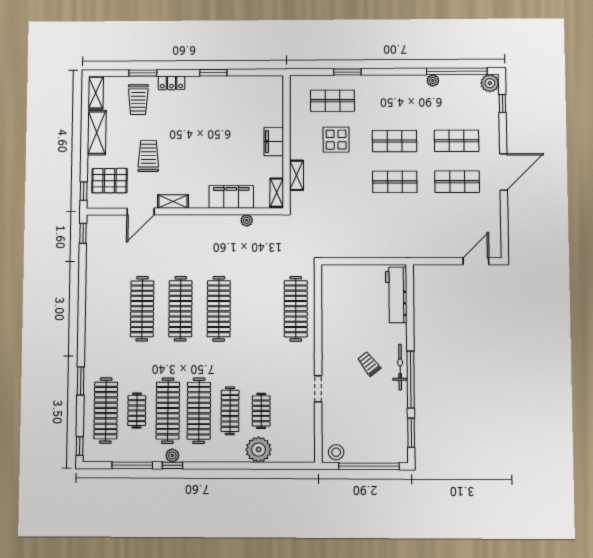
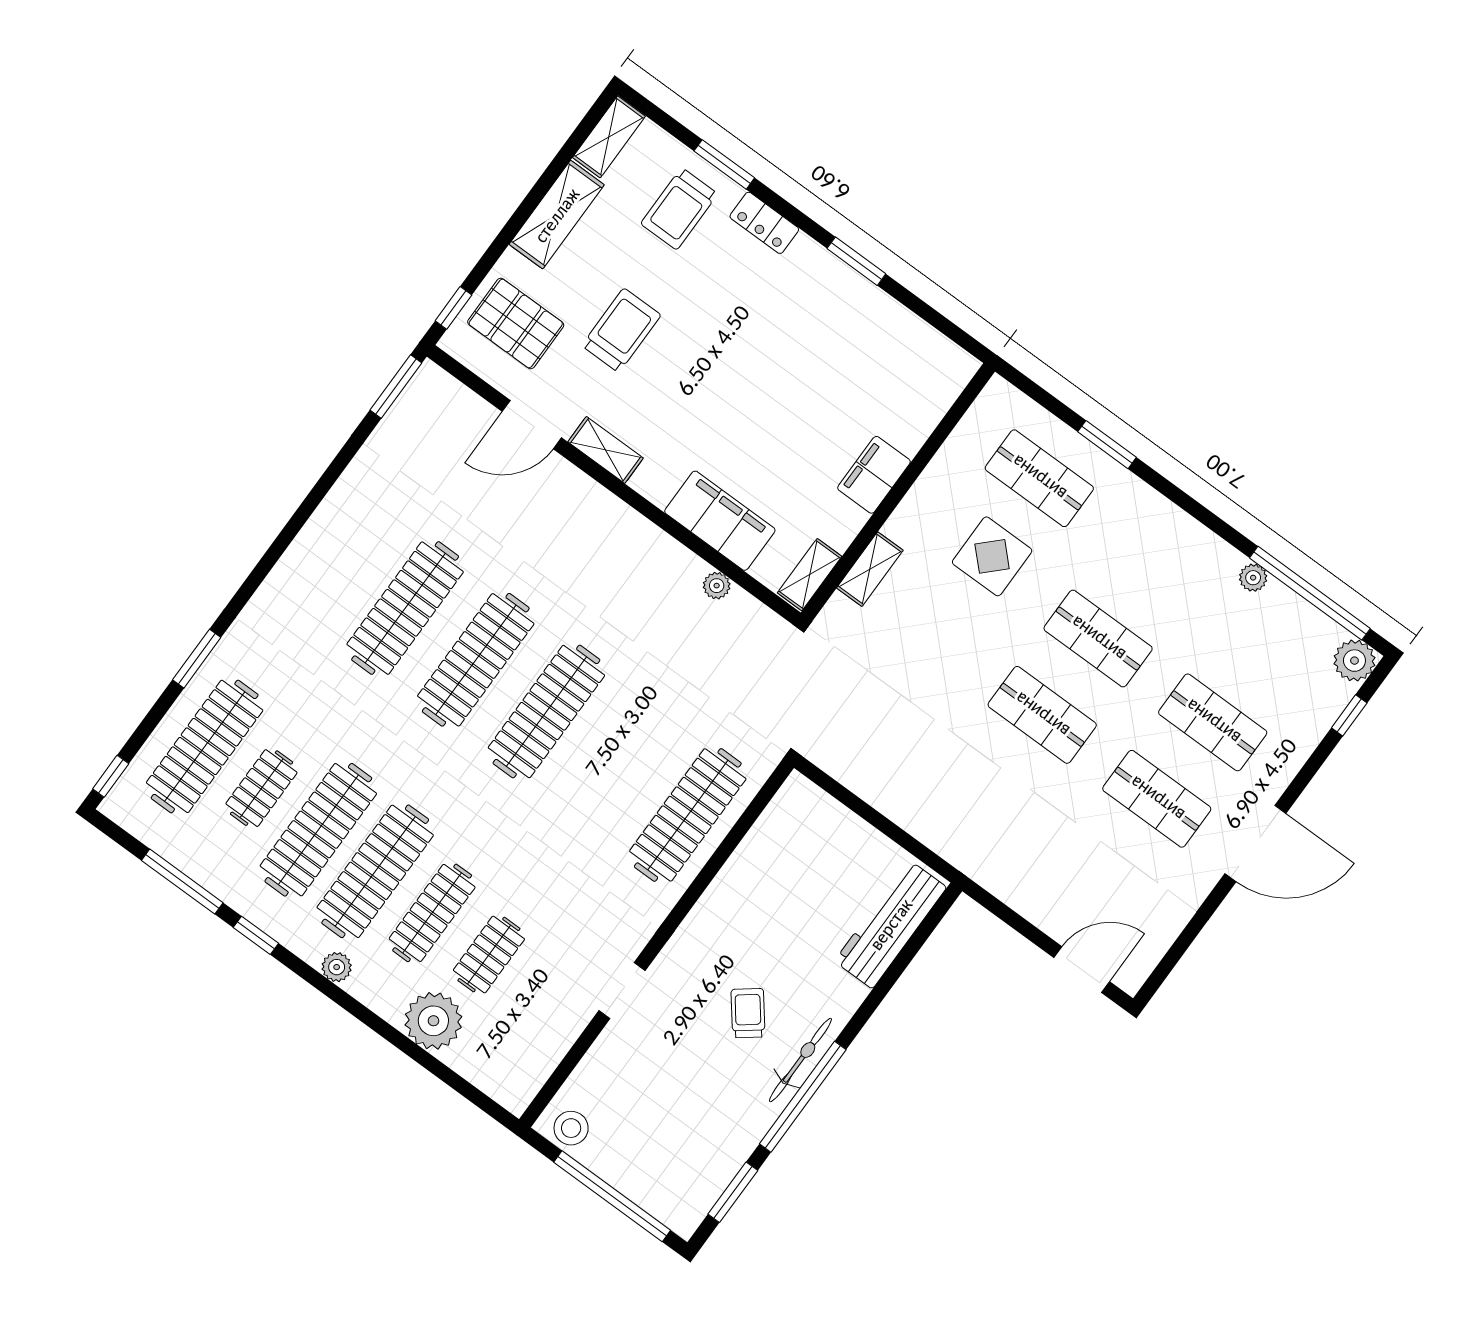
window: (83, 233) -> (396, 386), width x1.50
plant: (172, 455) -> (337, 967), moved

